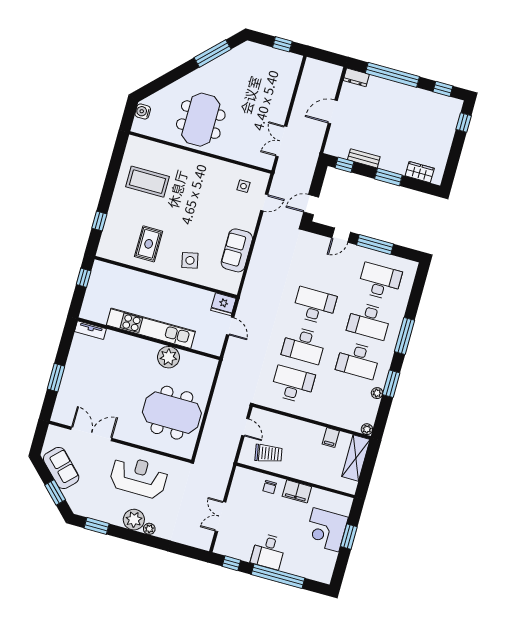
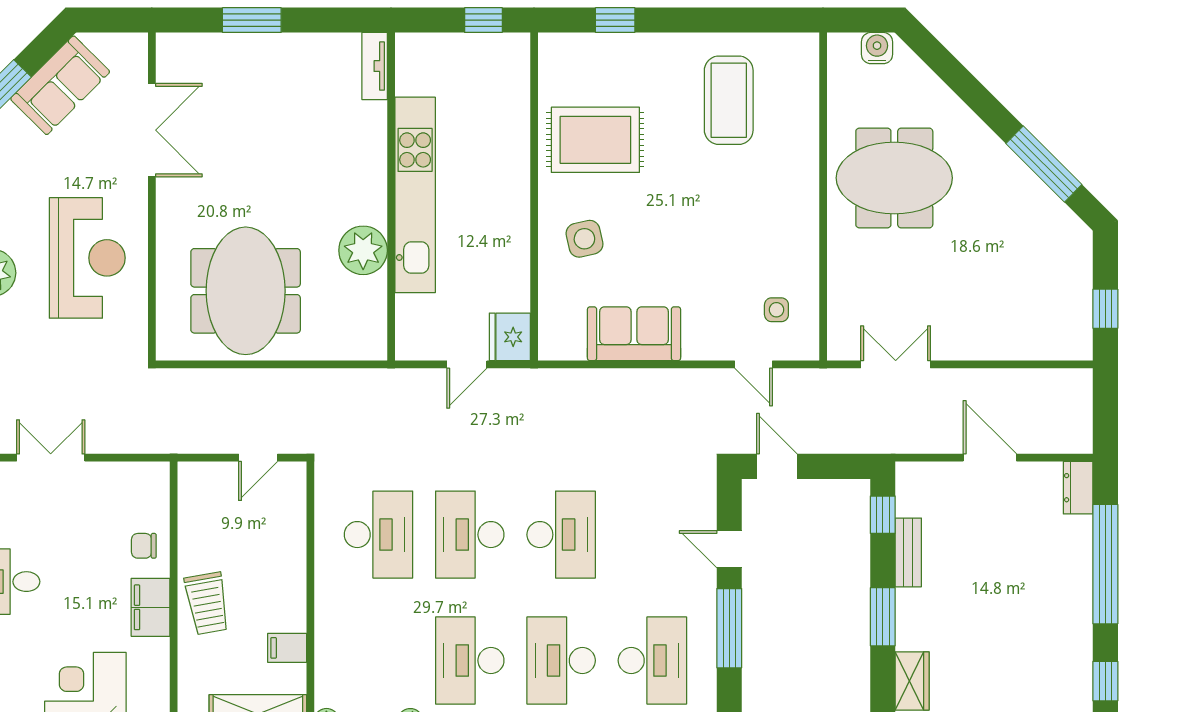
rug: (149, 244) -> (595, 140), width x1.36, depth x1.43
trolley: (268, 453) -> (207, 603), moved

